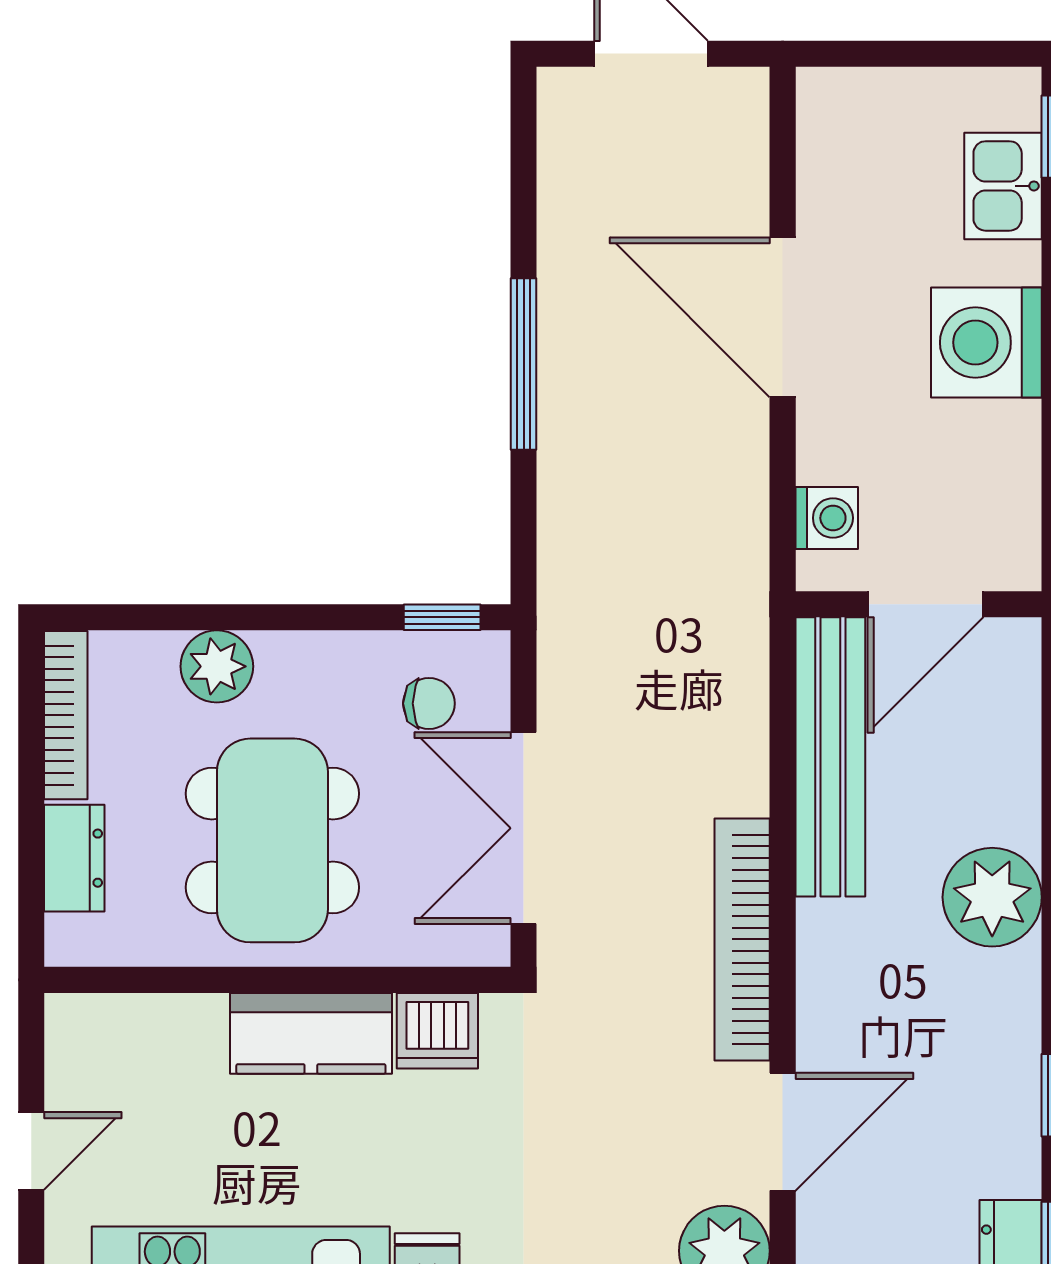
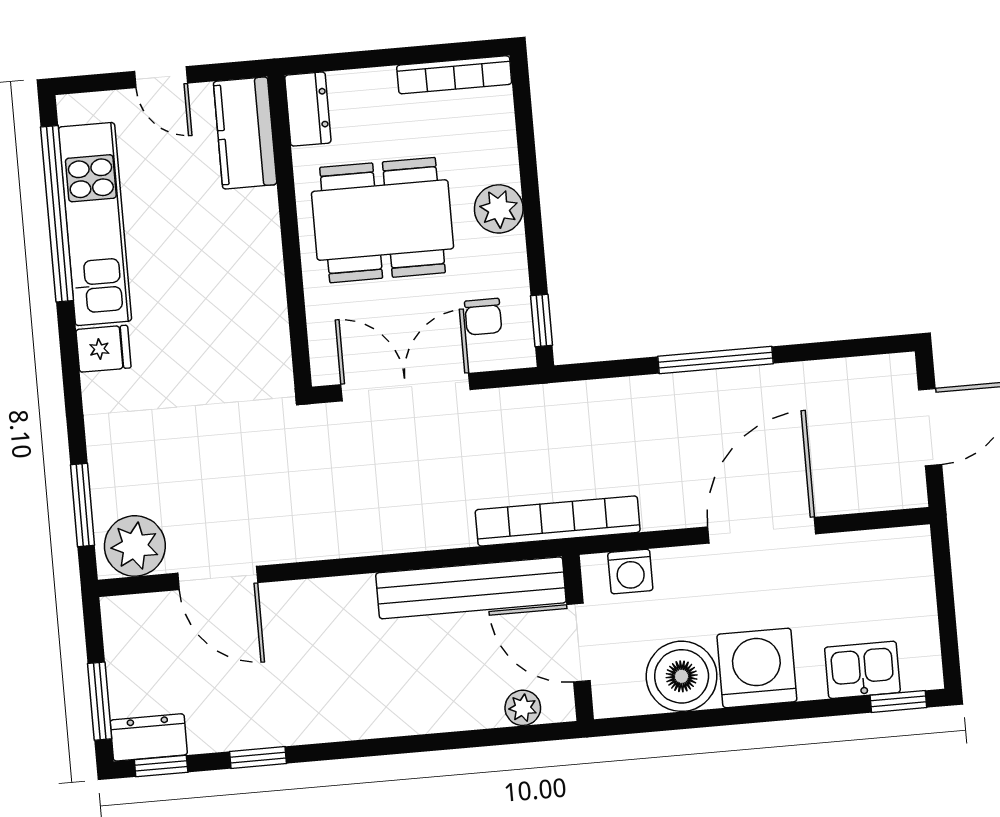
boiler: (989, 456) -> (682, 676), added
plant: (217, 666) -> (499, 209), moved
dresser: (74, 858) -> (308, 109), moved, turned -90
plant: (992, 897) -> (523, 708), moved, width x0.53, depth x0.53
bookcase: (742, 939) -> (558, 521), moved
dishwasher: (437, 1031) -> (265, 341), removed
kitchen counter: (311, 1033) -> (245, 133), moved

